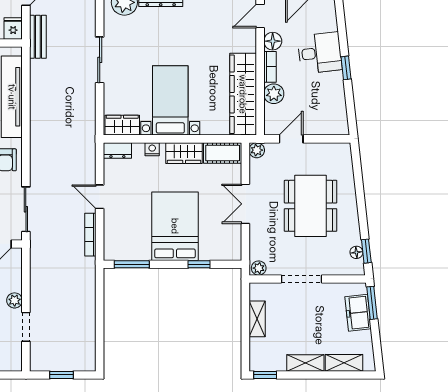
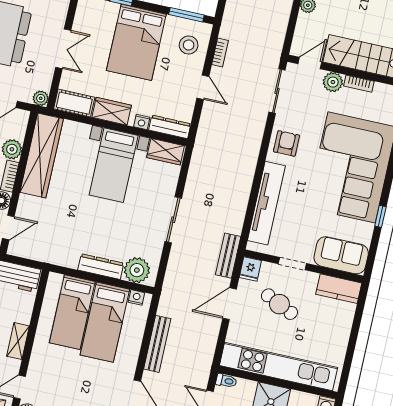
dresser: (117, 150) -> (170, 127), width x1.44
bookcase: (90, 235) -> (220, 52), width x0.64
stool: (123, 235) -> (189, 45), added

